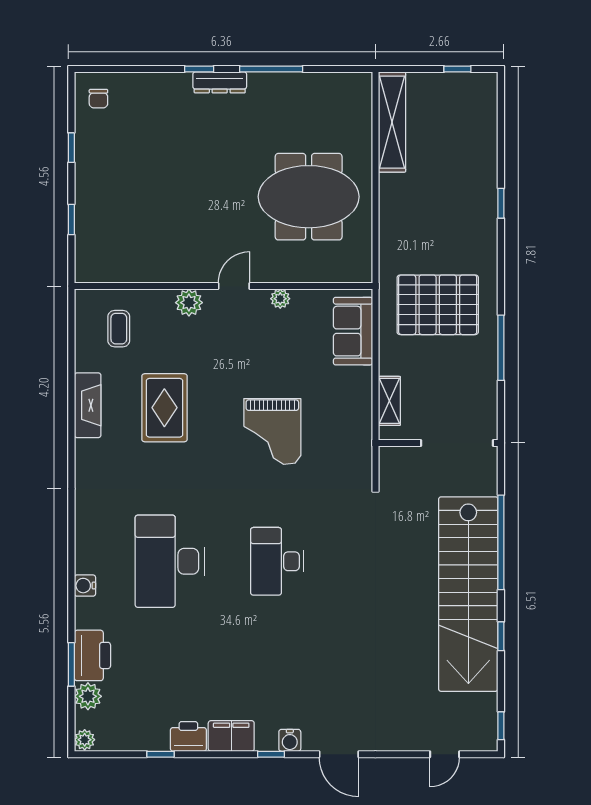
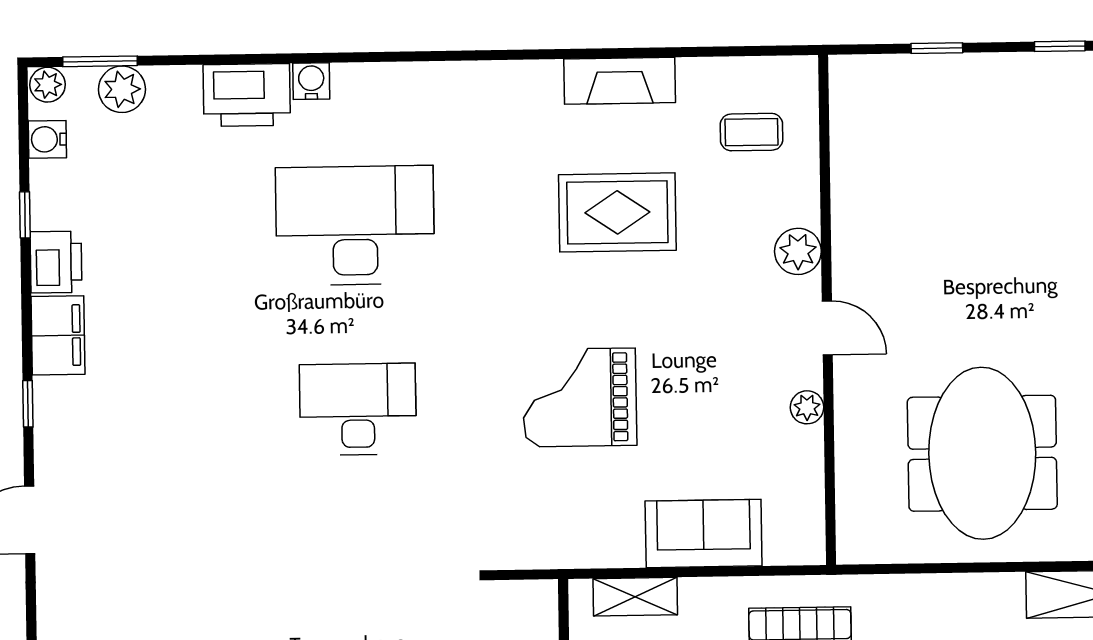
sofa: (353, 331) -> (704, 533), moved
printer: (92, 655) -> (247, 95), moved
window: (71, 664) -> (100, 61), moved
water cooler: (290, 740) -> (47, 139), moved

